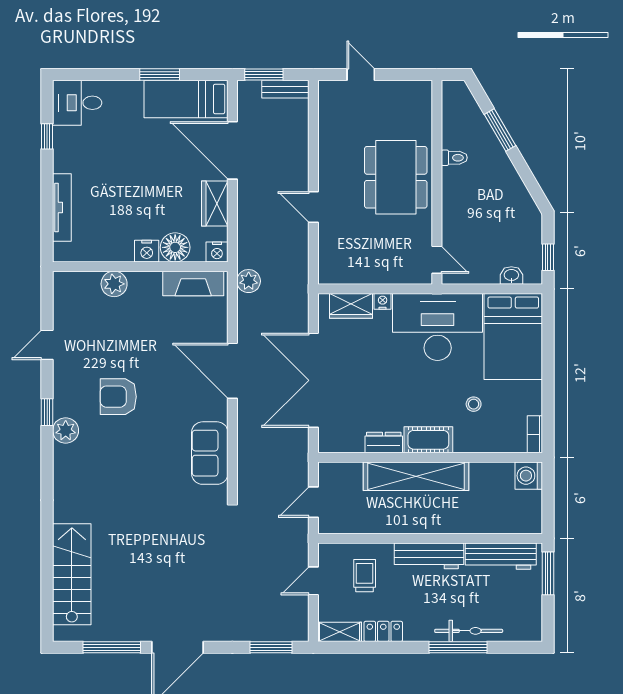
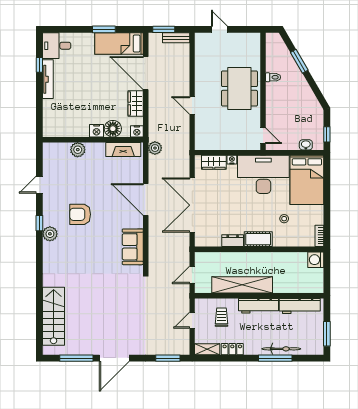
tv unit: (62, 207) -> (48, 79), moved
shelving: (416, 476) -> (242, 285), moved
window: (548, 573) -> (327, 334), moved

